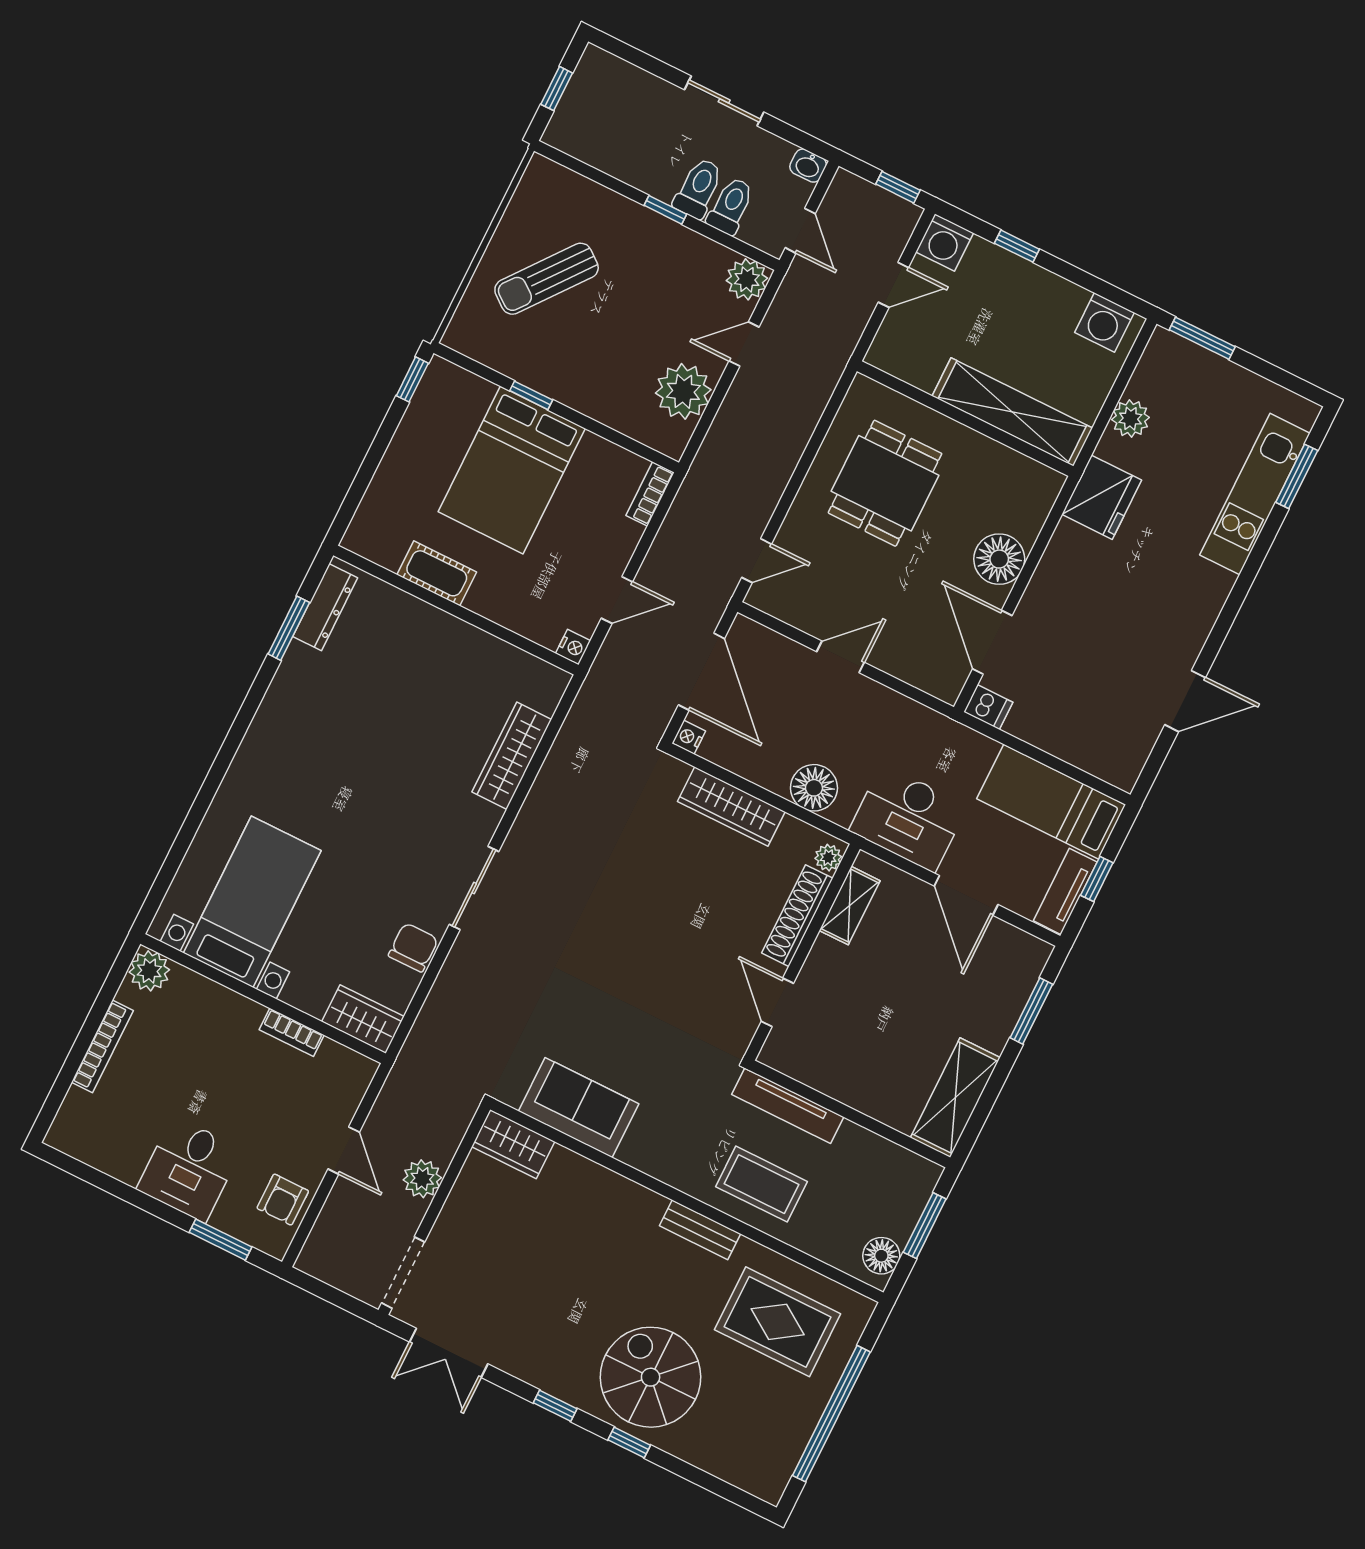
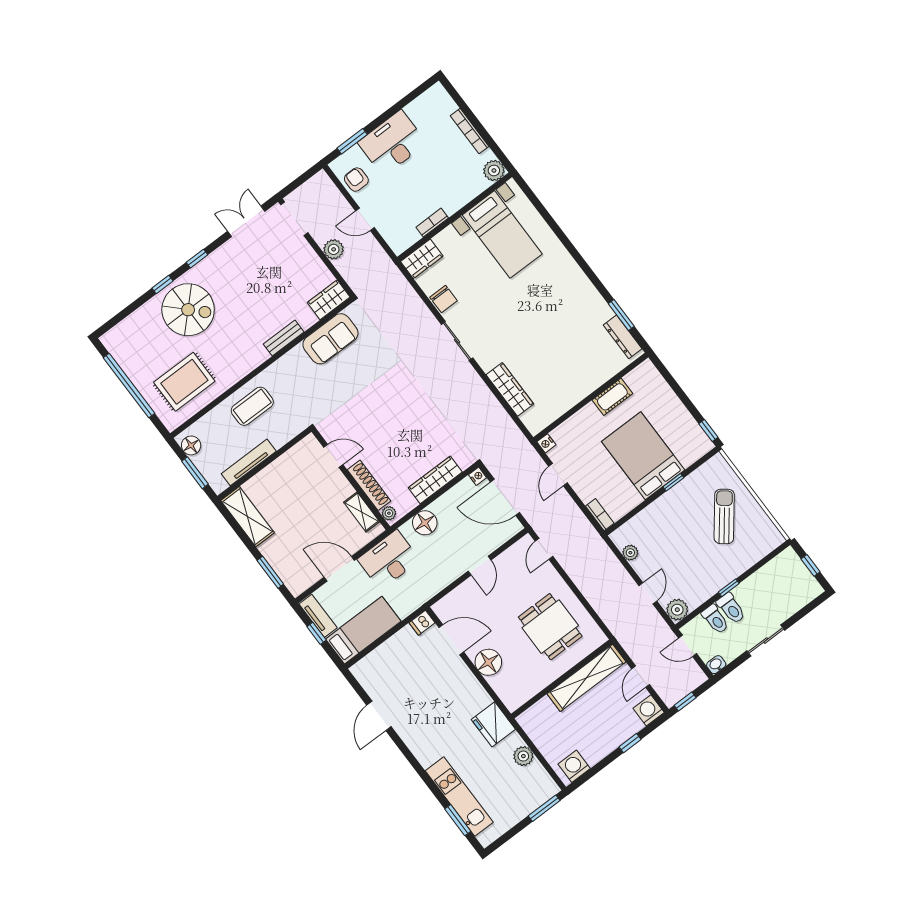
plant: (683, 391) -> (630, 553), width x0.53, depth x0.53
shelving: (1012, 412) -> (586, 678), moved
tv unit: (788, 1106) -> (249, 462), moved
desk: (189, 1169) -> (392, 143), width x1.37
bench: (700, 1230) -> (284, 338), moved

